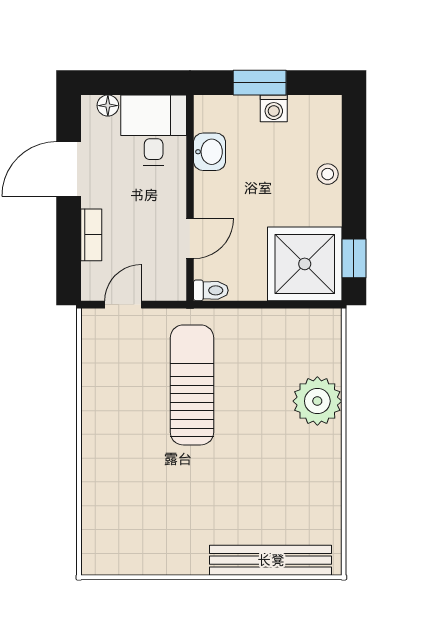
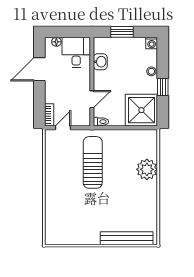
washing machine: (274, 108) -> (152, 43), moved
bookcase: (91, 235) -> (49, 115), moved
window: (354, 258) -> (163, 87), moved

